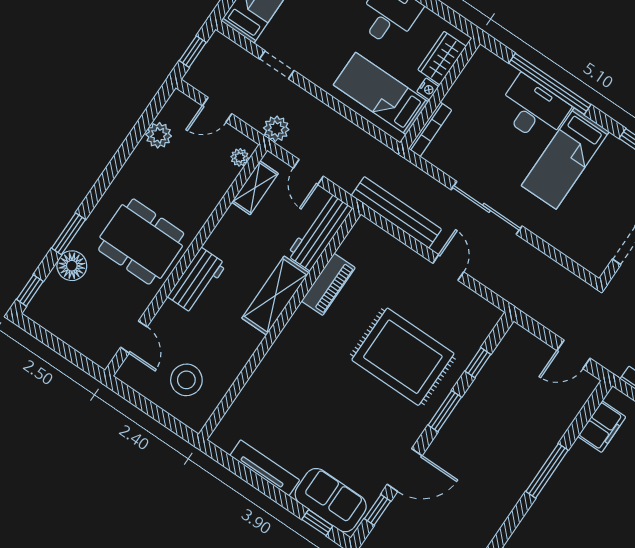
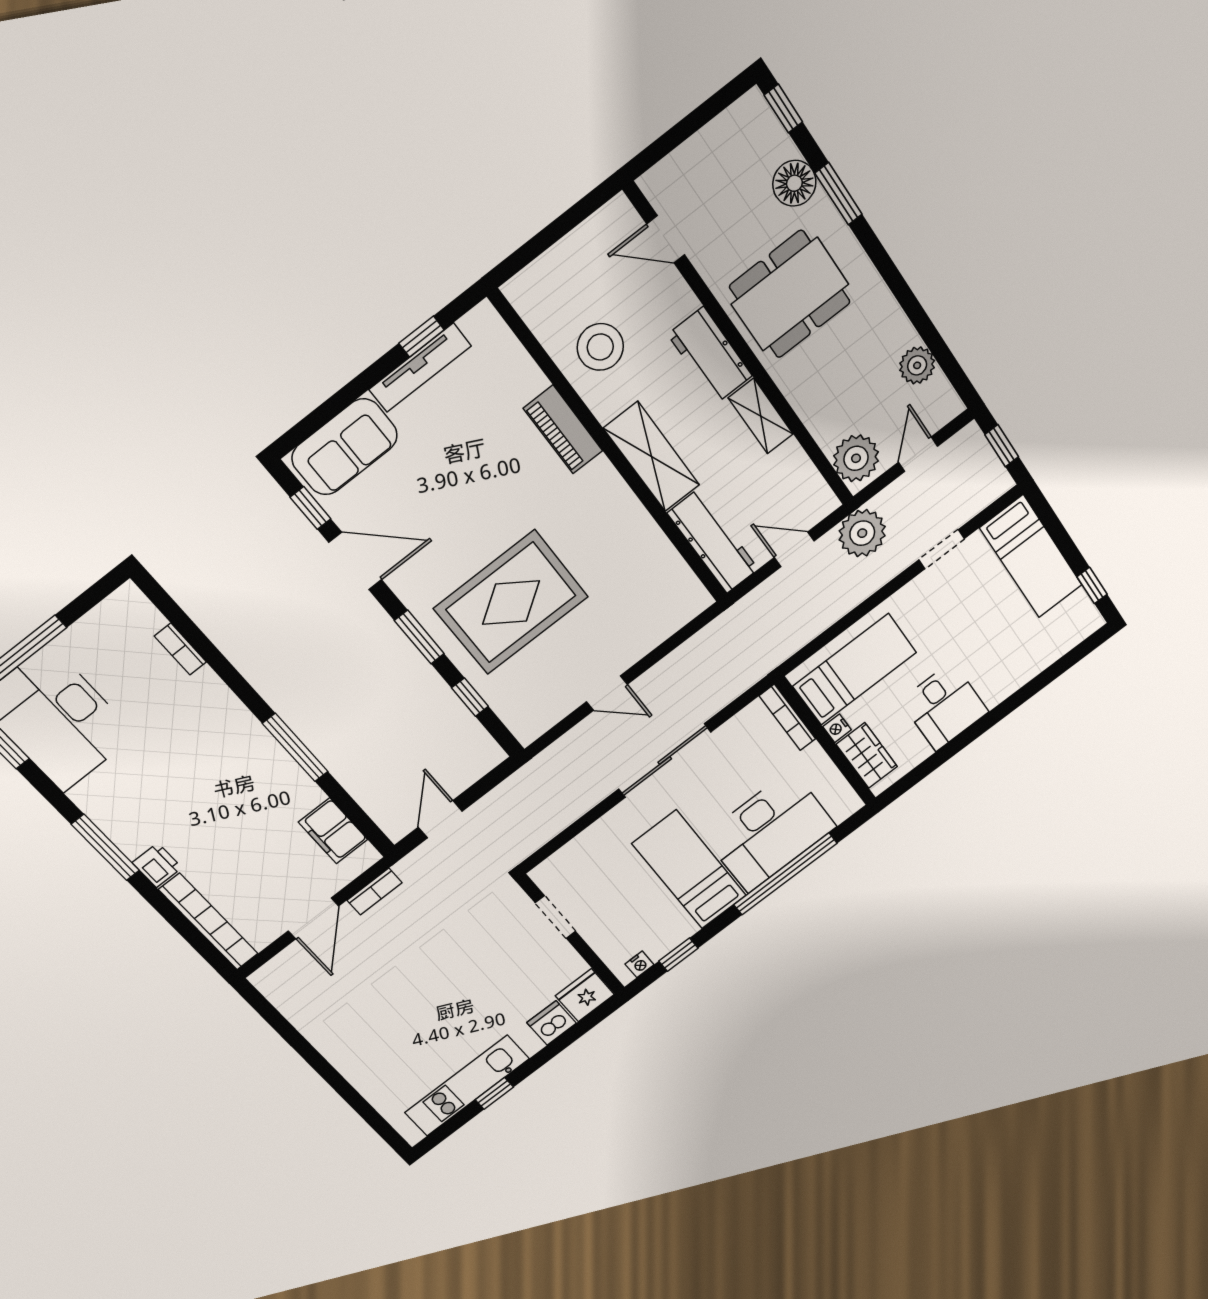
desk: (533, 109) -> (770, 831), width x1.36, depth x1.30
plant: (276, 129) -> (862, 533), width x1.36, depth x1.36
plant: (240, 157) -> (856, 458), width x1.88, depth x1.88
shelving: (255, 188) -> (761, 416), moved
bench: (396, 212) -> (701, 647), removed
piano: (328, 284) -> (563, 430), moved
stool: (186, 380) -> (600, 347), moved
door: (405, 470) -> (355, 561), swing flipped
window: (317, 523) -> (422, 337), moved

